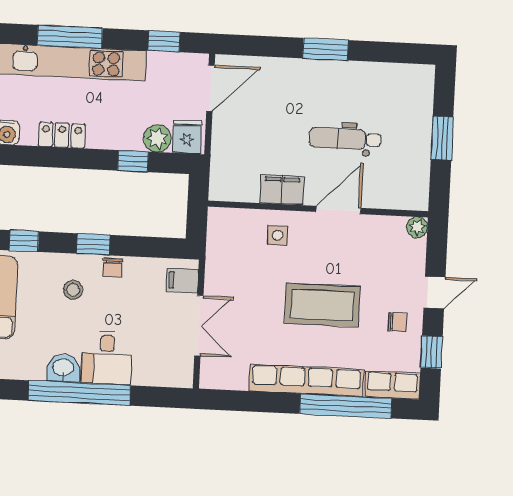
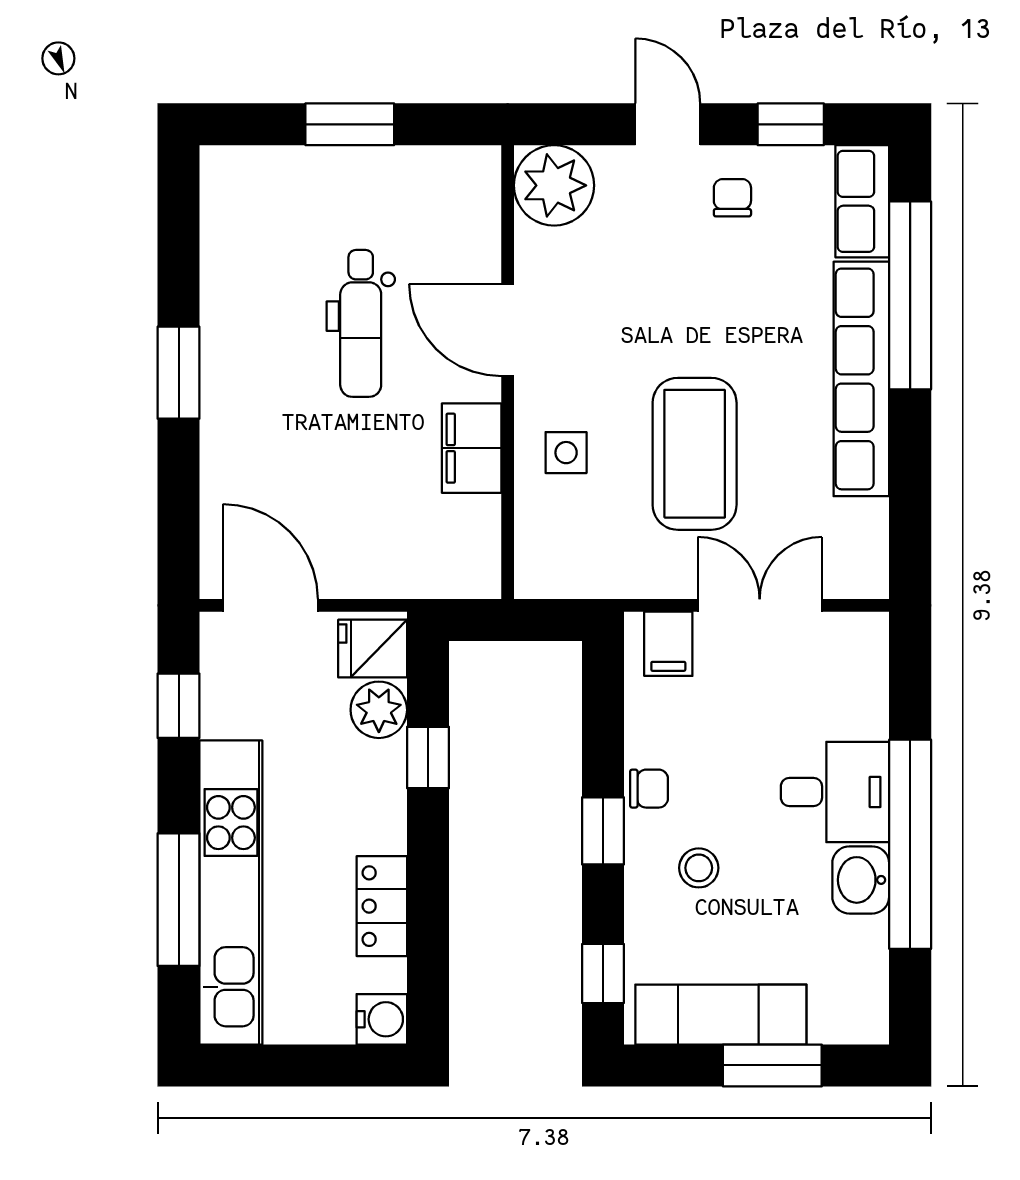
plant: (417, 227) -> (554, 185), width x1.87, depth x1.87
coffee table: (322, 305) -> (695, 454), moved

